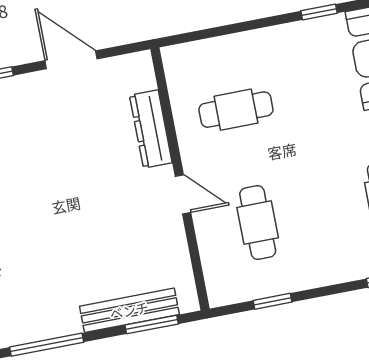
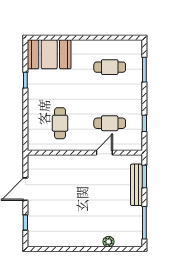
dresser: (151, 129) -> (61, 161), removed
door: (183, 194) -> (104, 153), moved

